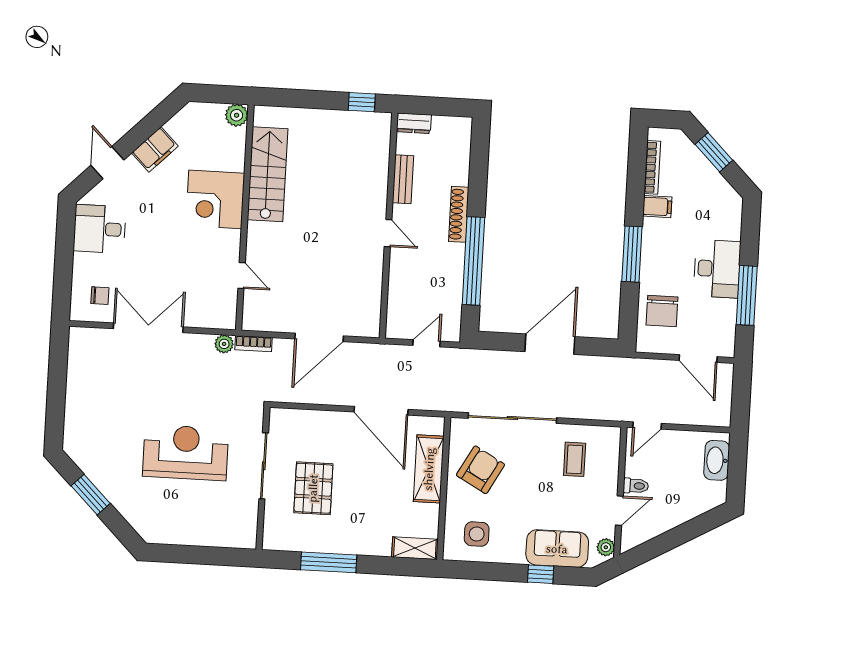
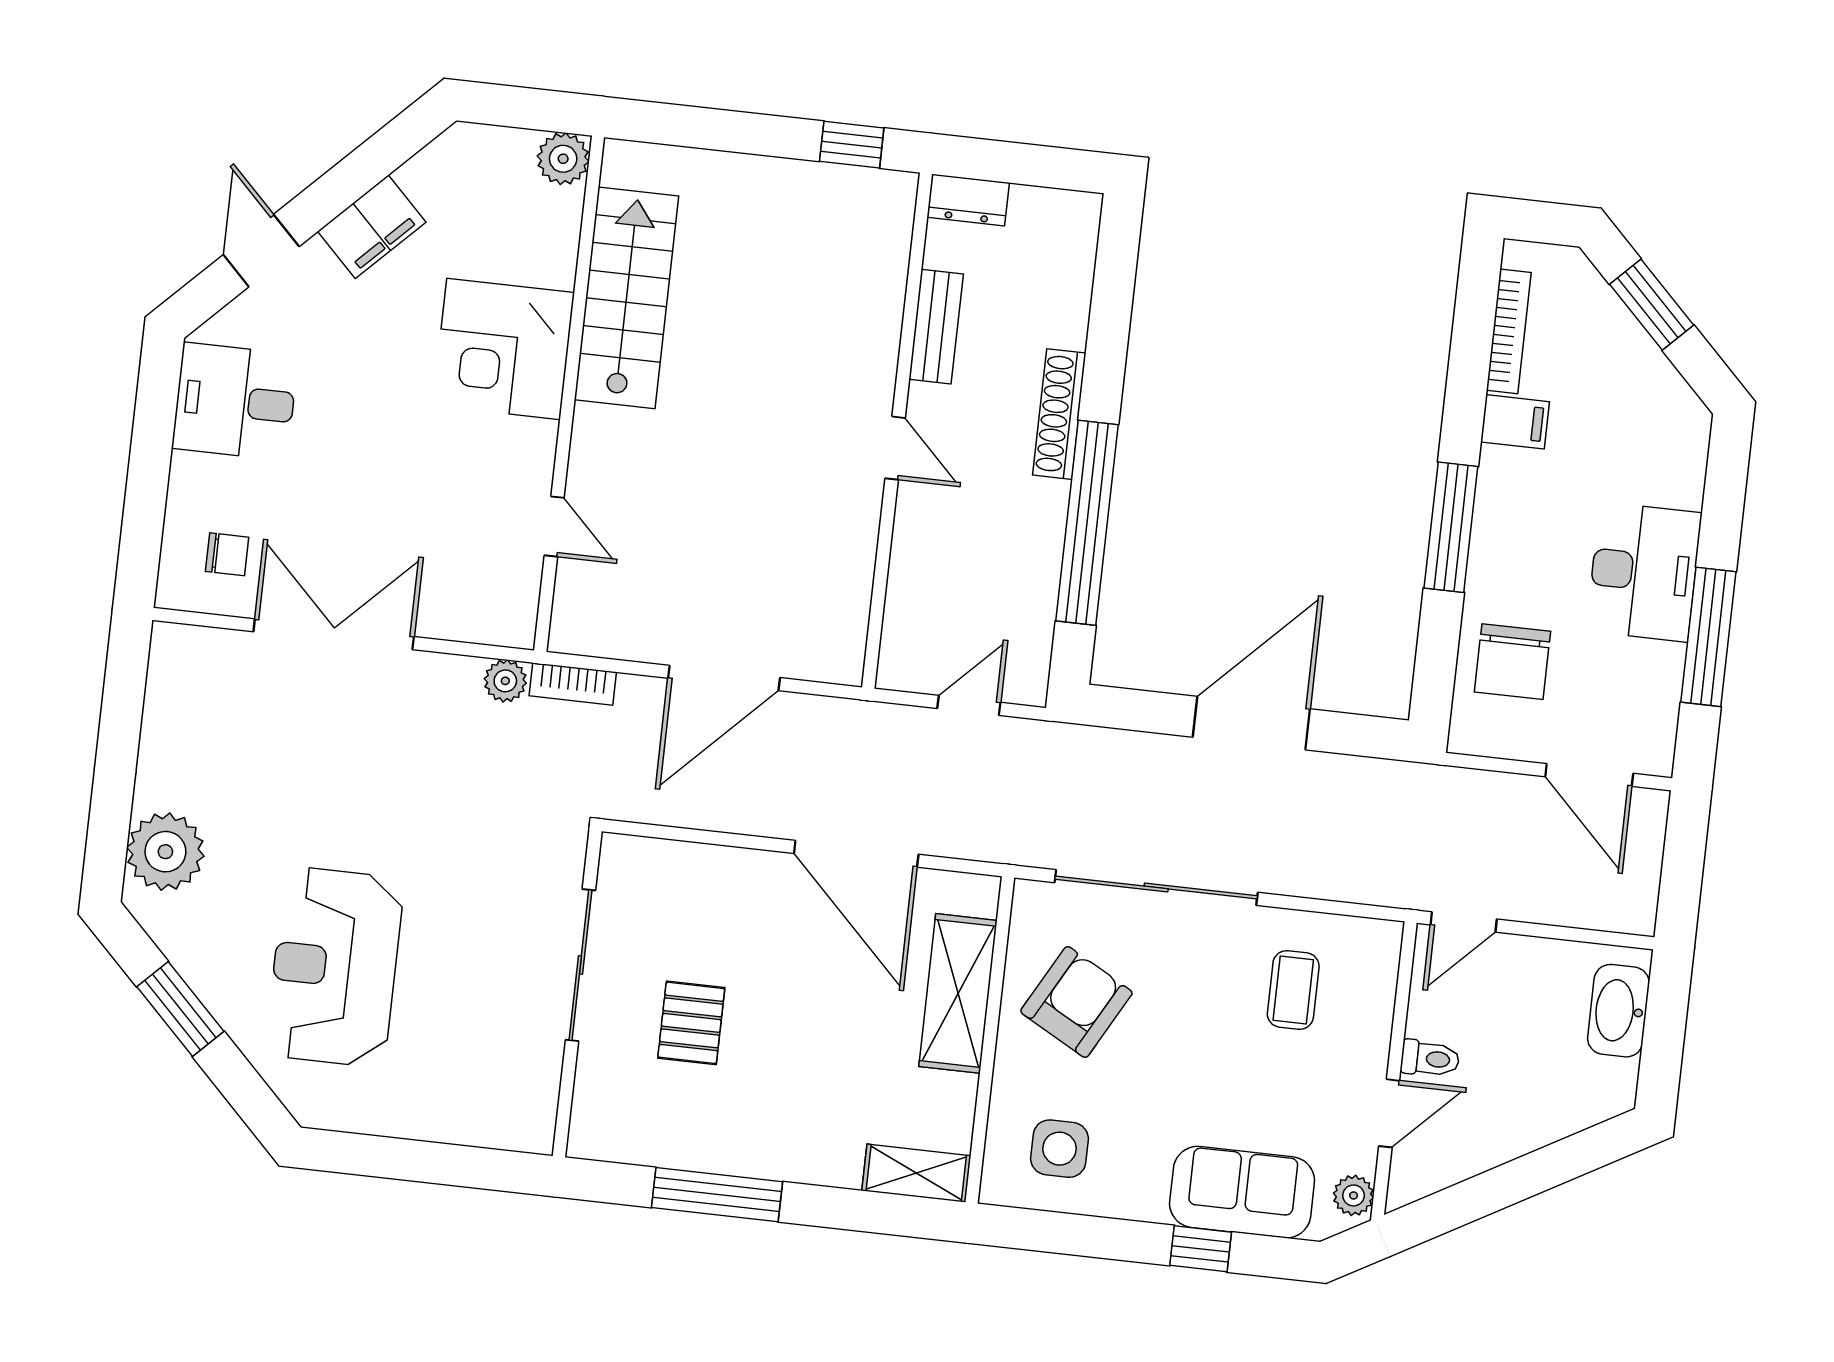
plant: (80, 427) -> (165, 852), added
reception desk: (186, 453) -> (335, 967), moved, turned -90
pallet: (313, 488) -> (691, 1023), width x0.67, depth x0.71

